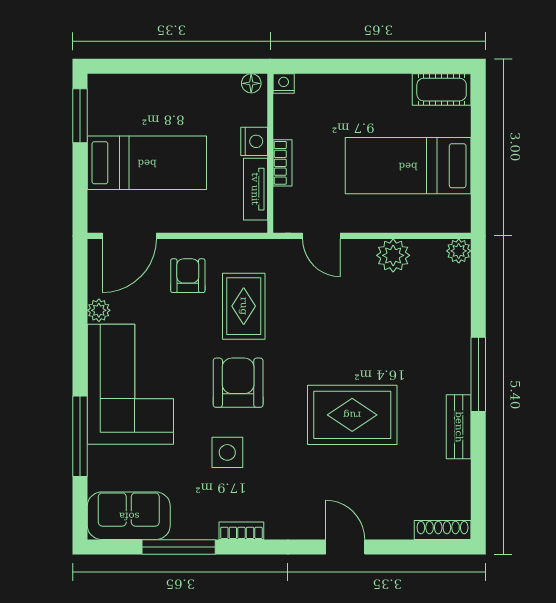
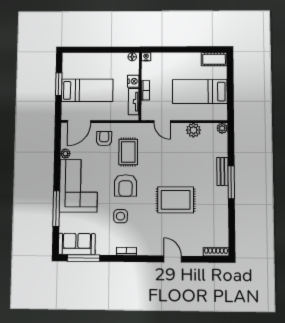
window: (80, 116) -> (59, 84), moved
armchair: (238, 383) -> (126, 185), turned 180
bench: (459, 427) -> (222, 172), moved
window: (179, 547) -> (84, 258), moved

